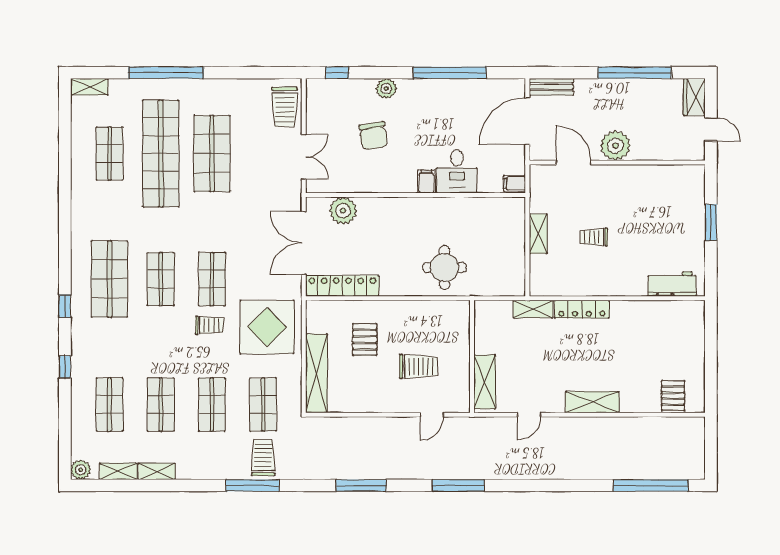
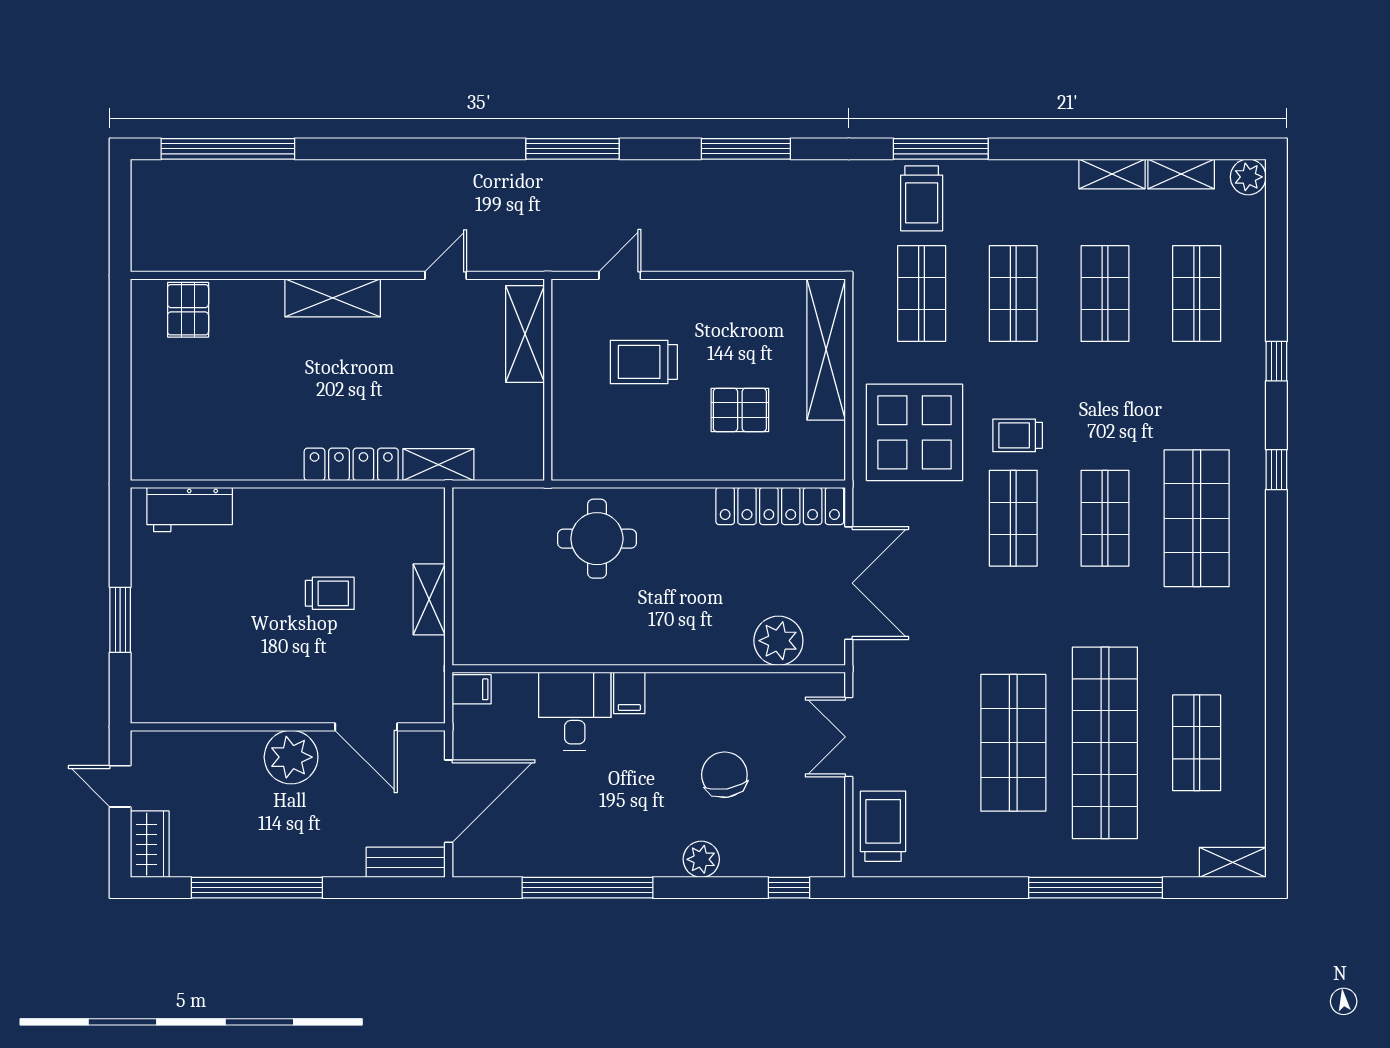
pallet: (365, 340) -> (740, 410), turned 90

